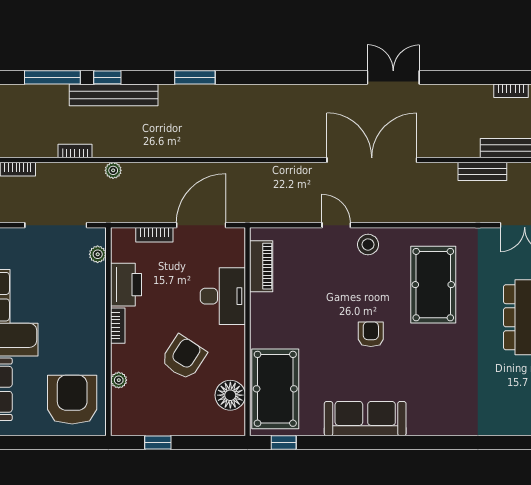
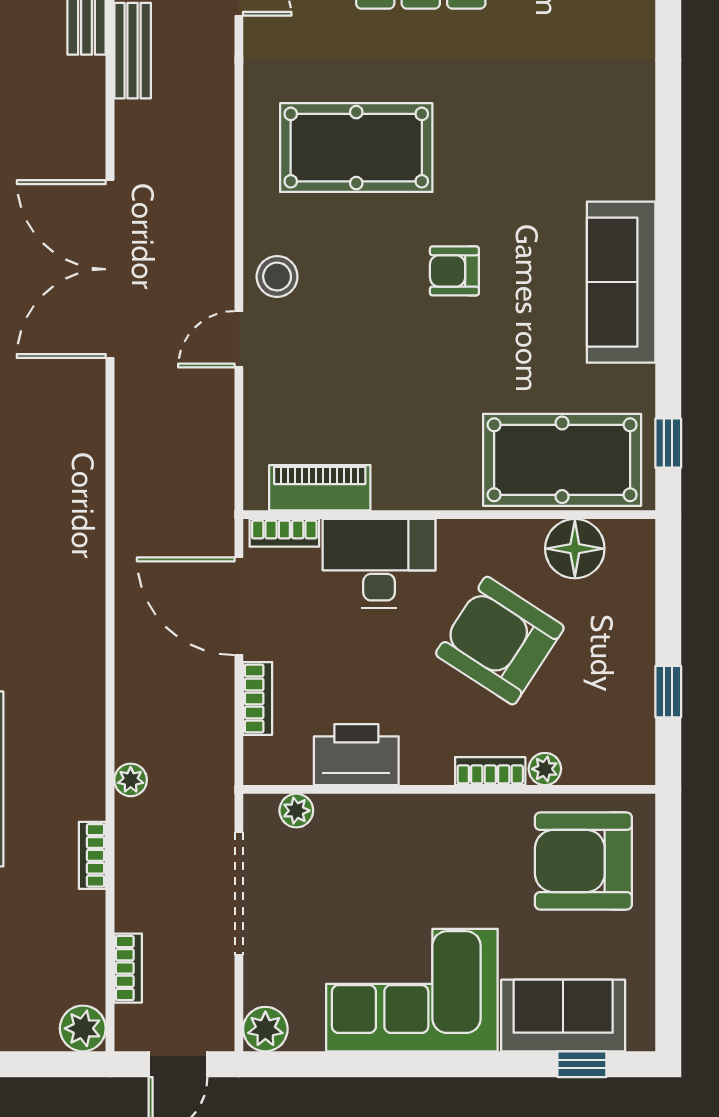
bookcase: (238, 248) -> (284, 533), added
bookcase: (118, 326) -> (490, 771), moved
armchair: (184, 357) -> (500, 641), width x1.36, depth x1.36

